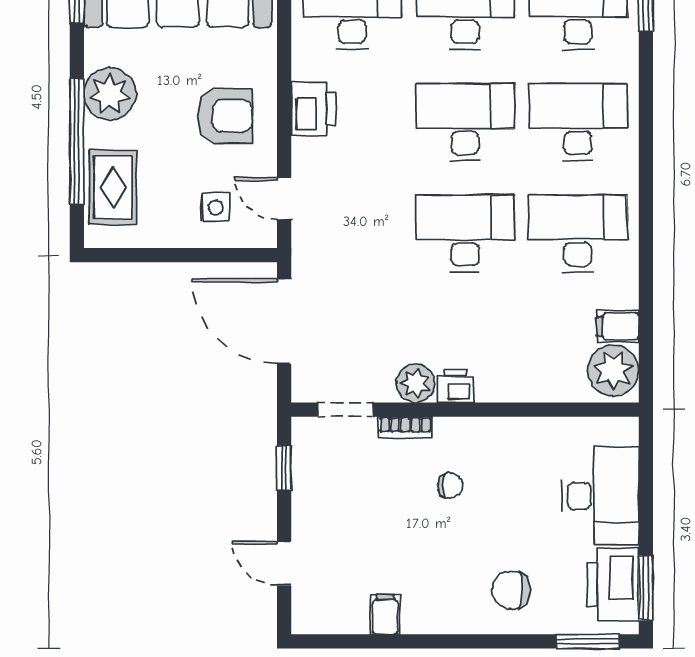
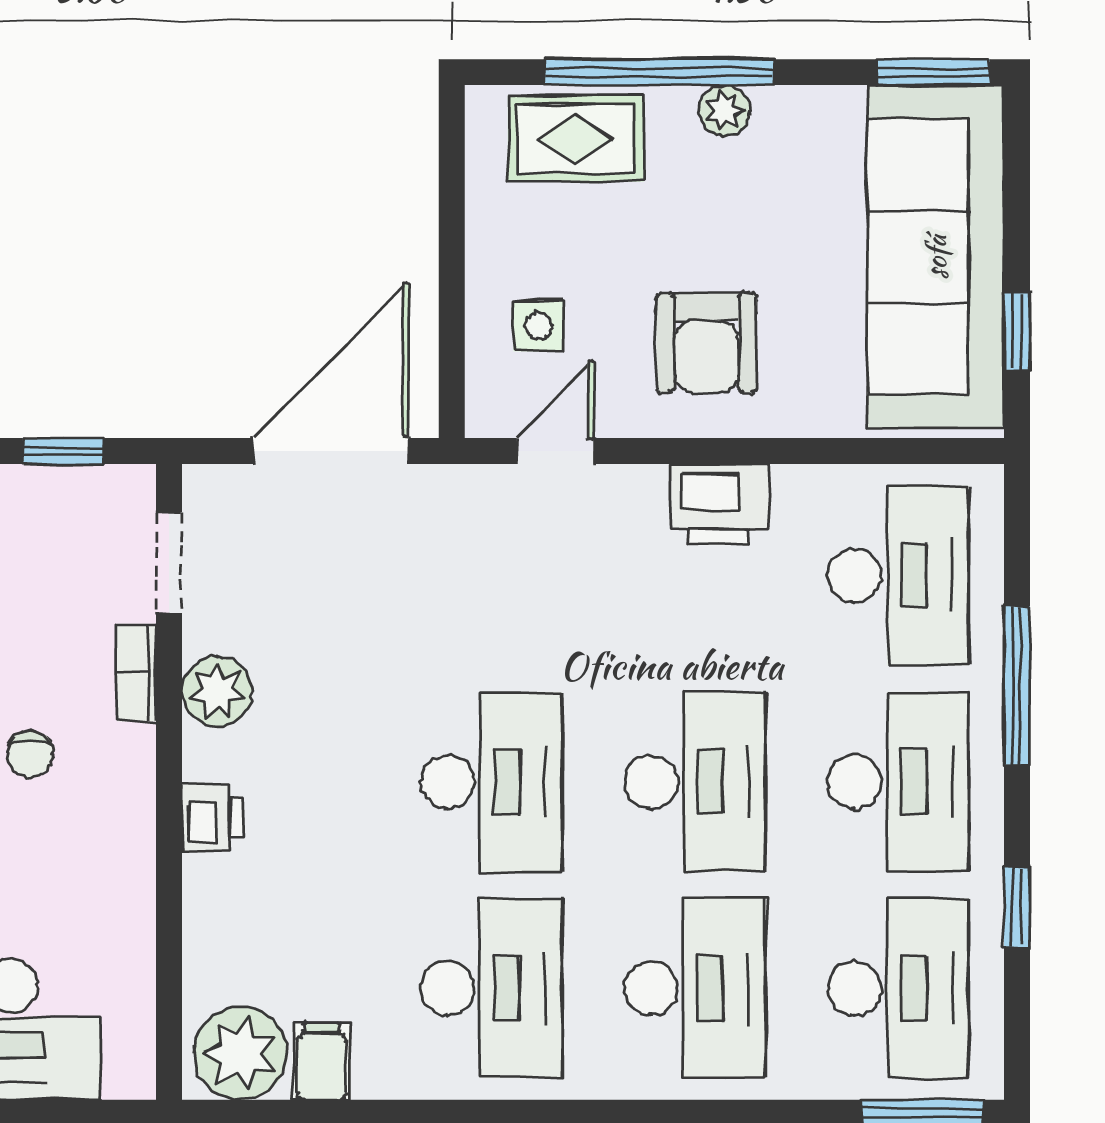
plant: (110, 94) -> (724, 110), width x0.53, depth x0.53
printer: (456, 386) -> (212, 817), moved

